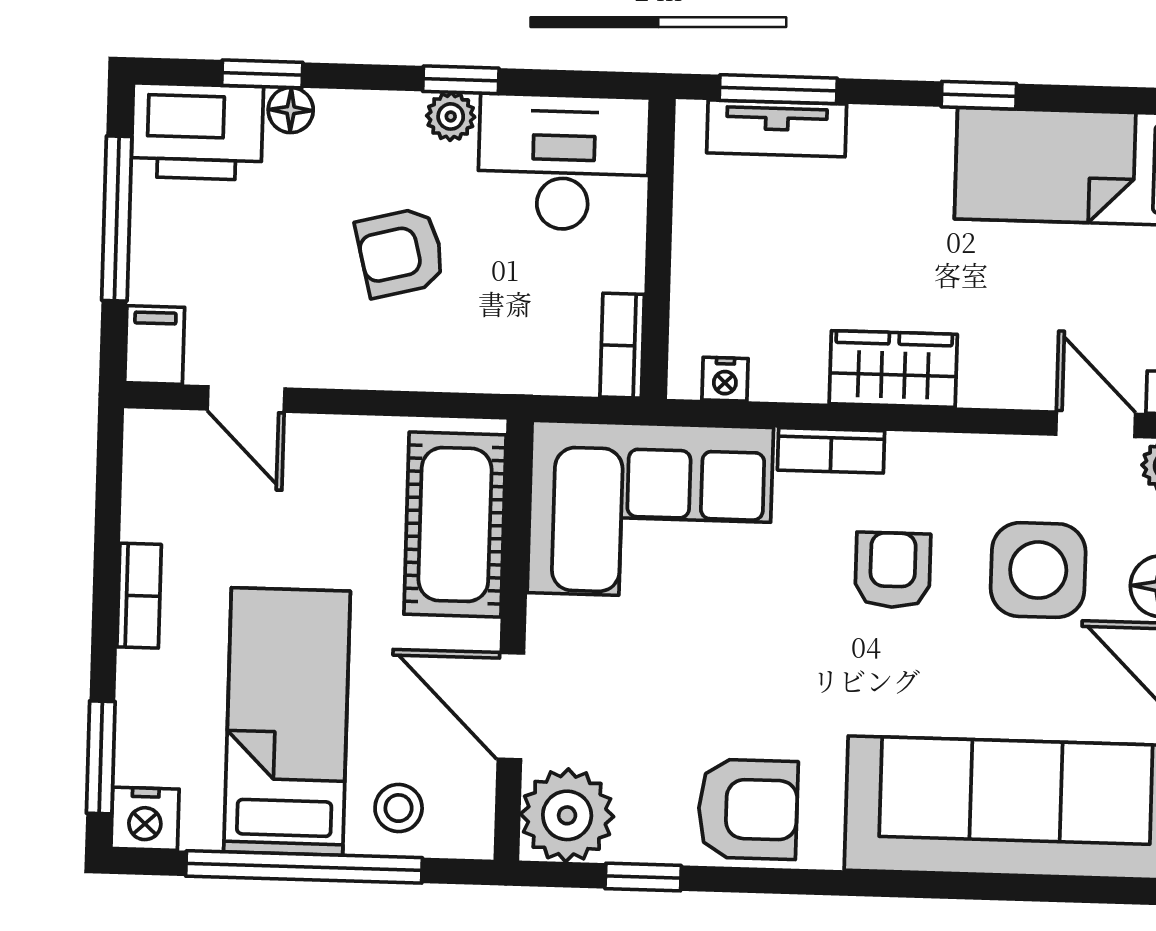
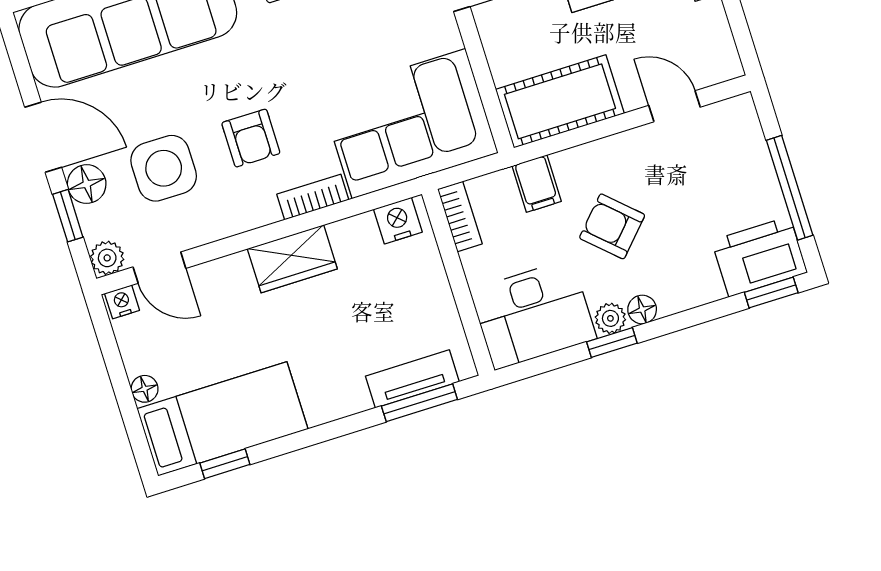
window: (262, 74) -> (771, 293), moved
window: (979, 95) -> (225, 464), moved
floor lamp: (291, 110) -> (642, 309), moved
armchair: (401, 252) -> (612, 226), turned -123
filing cabinet: (155, 345) -> (537, 184), moved
nightstand: (725, 379) -> (398, 221), width x1.39, depth x1.35
cot: (455, 525) -> (560, 101), moved, turned 90

